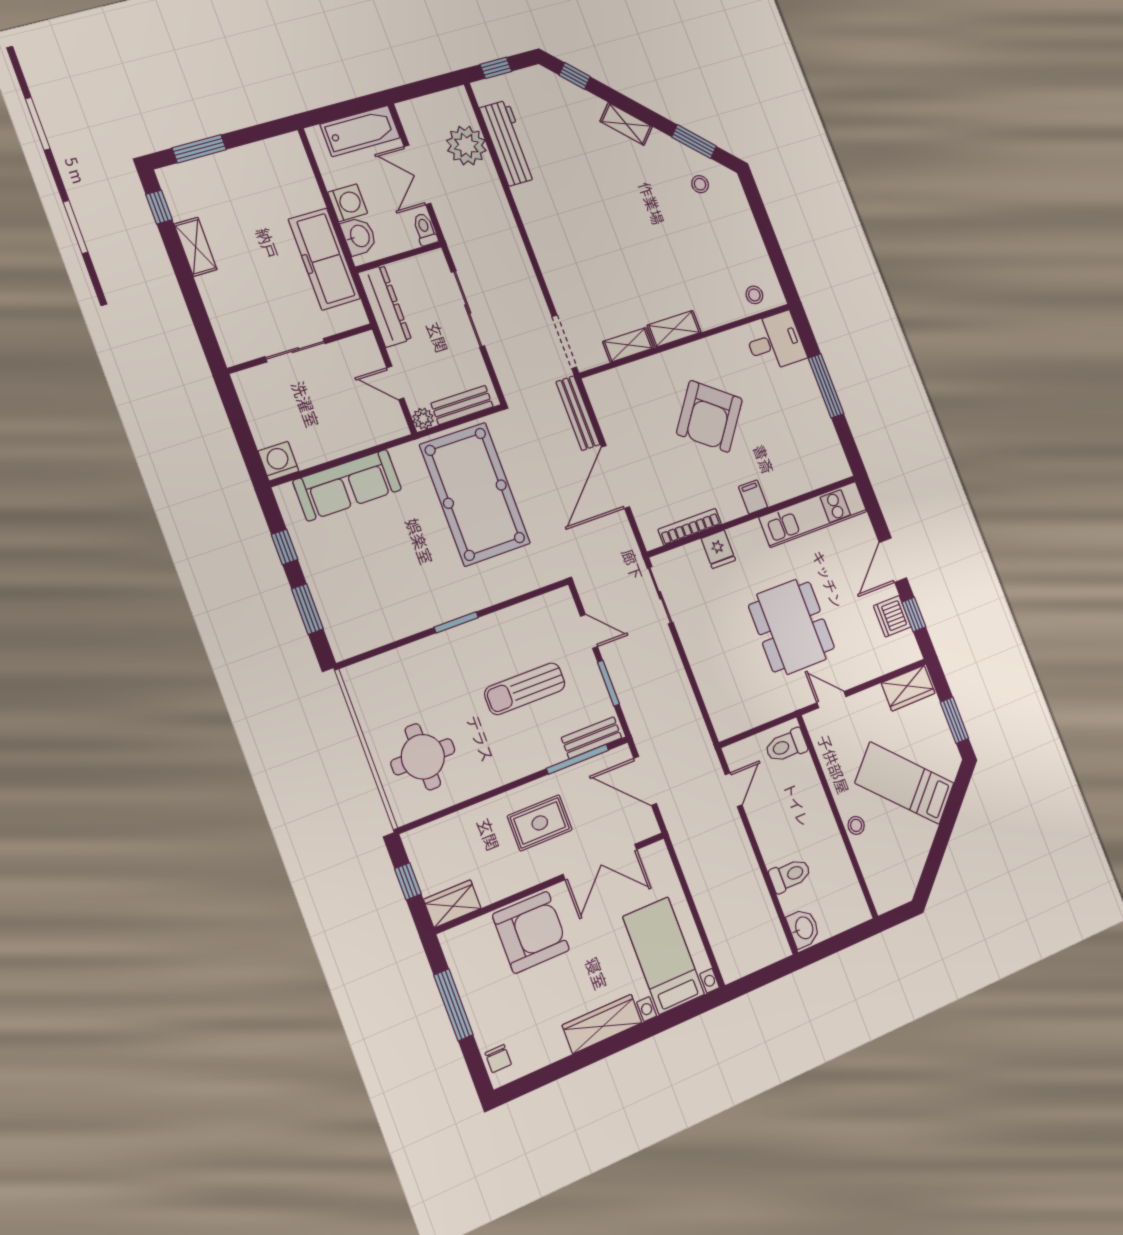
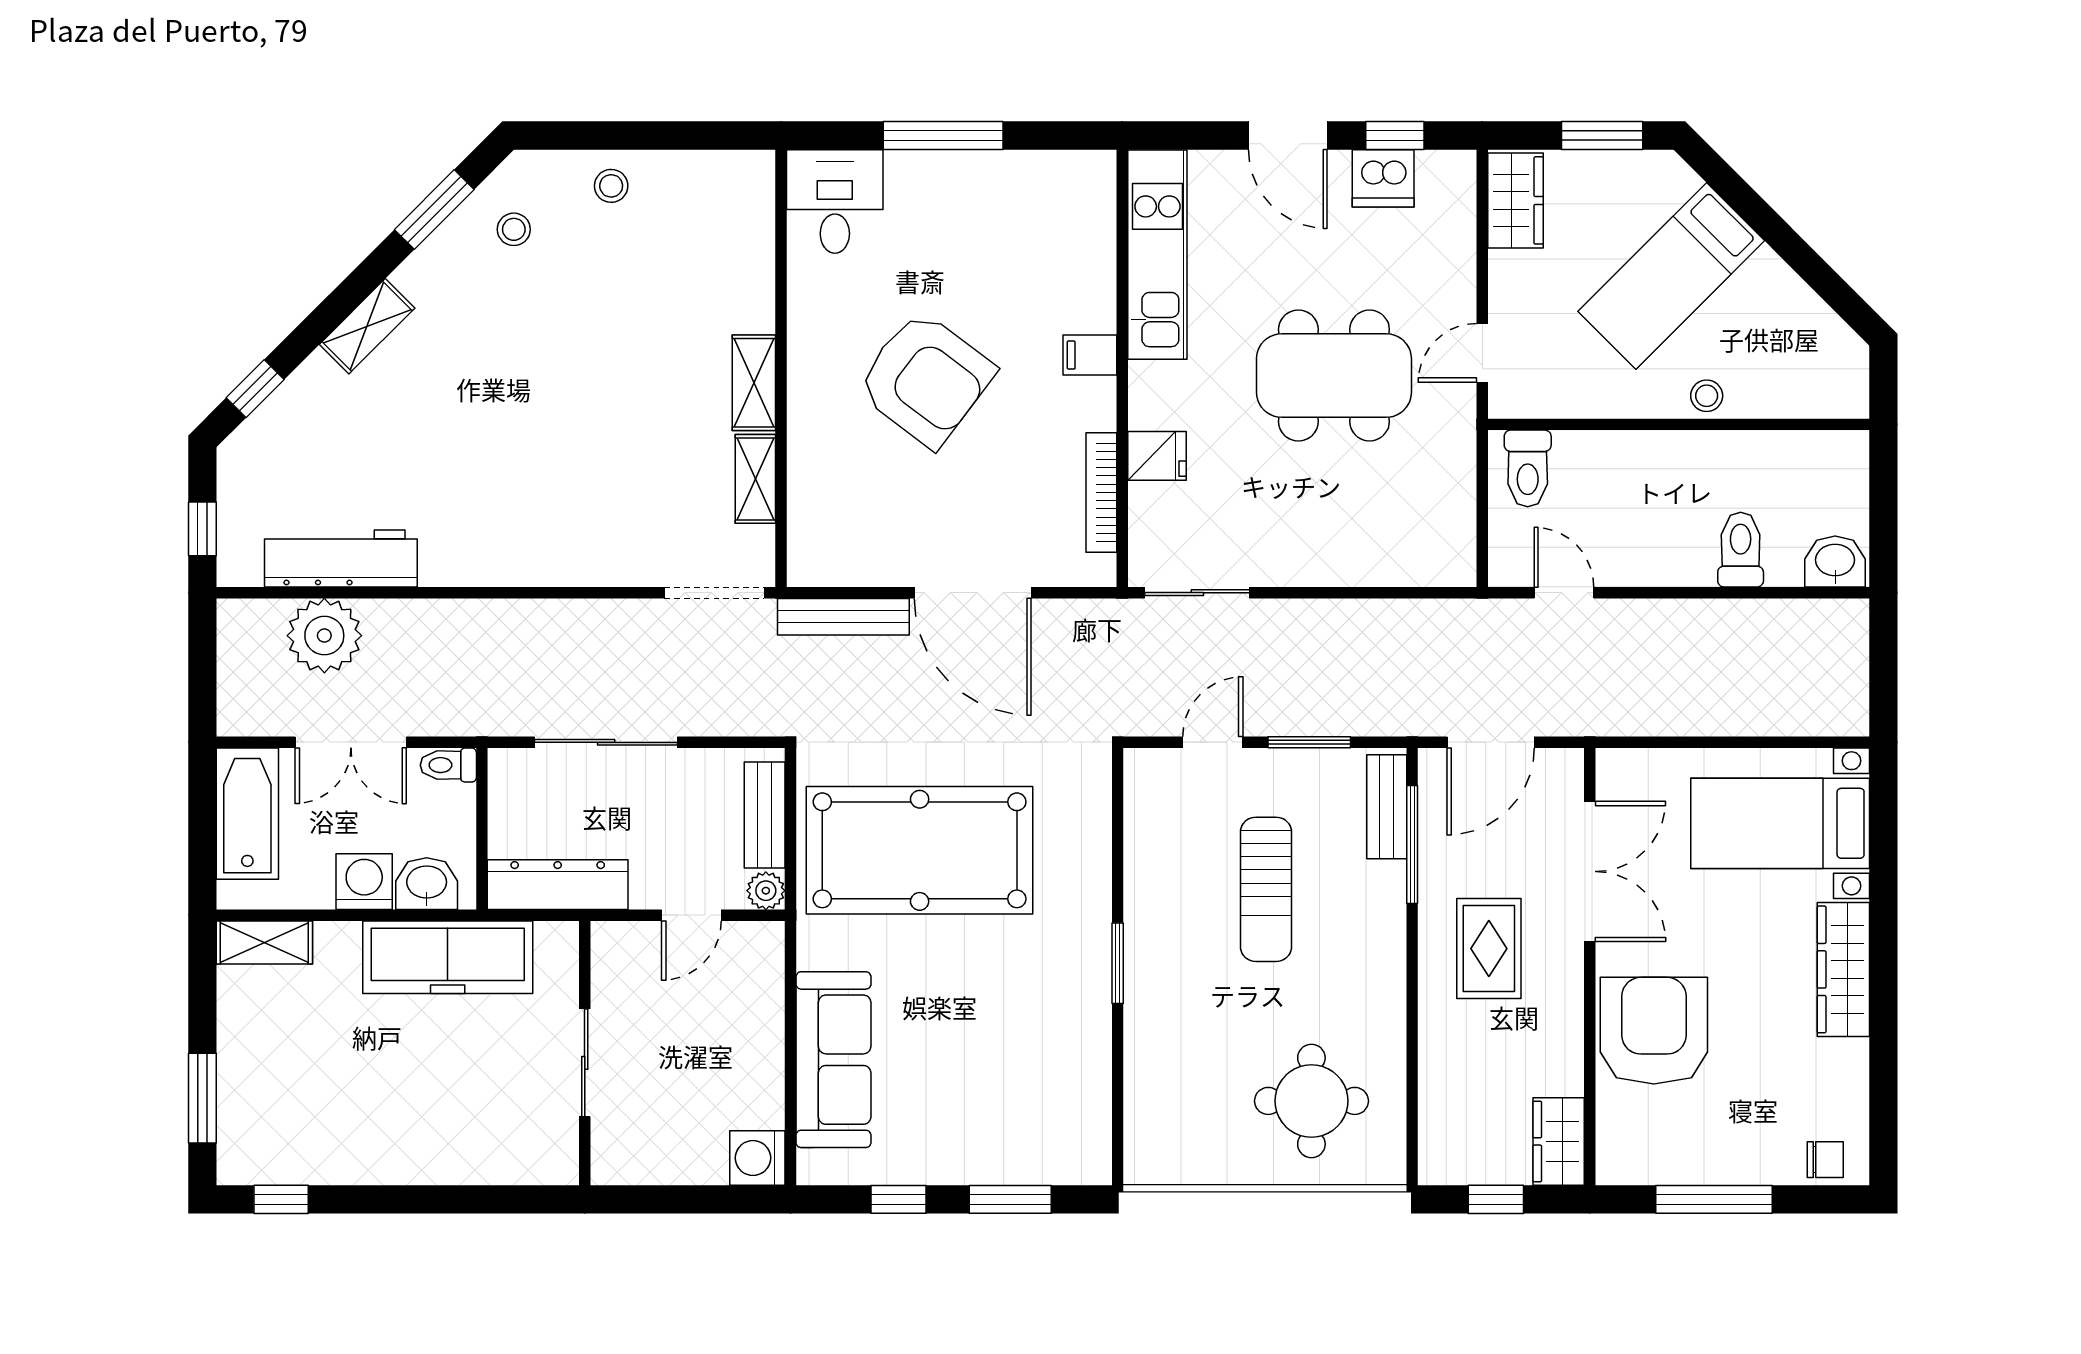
shelving: (196, 247) -> (264, 942), moved
stool: (754, 295) -> (611, 186), moved

